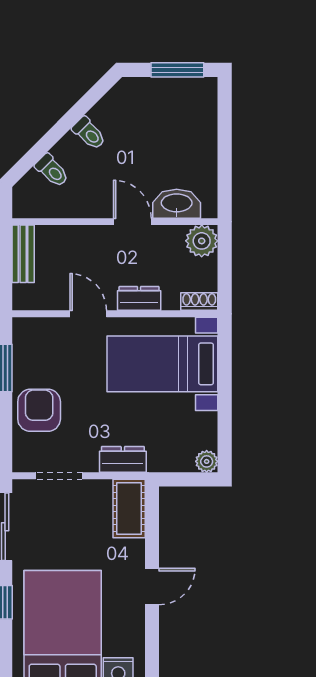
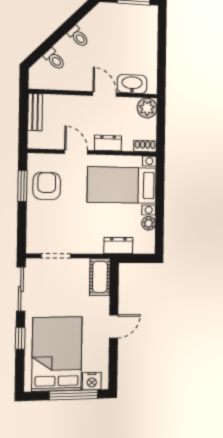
armchair: (39, 410) -> (47, 186), moved
dresser: (123, 459) -> (118, 246), moved
plant: (207, 461) -> (149, 223), moved

